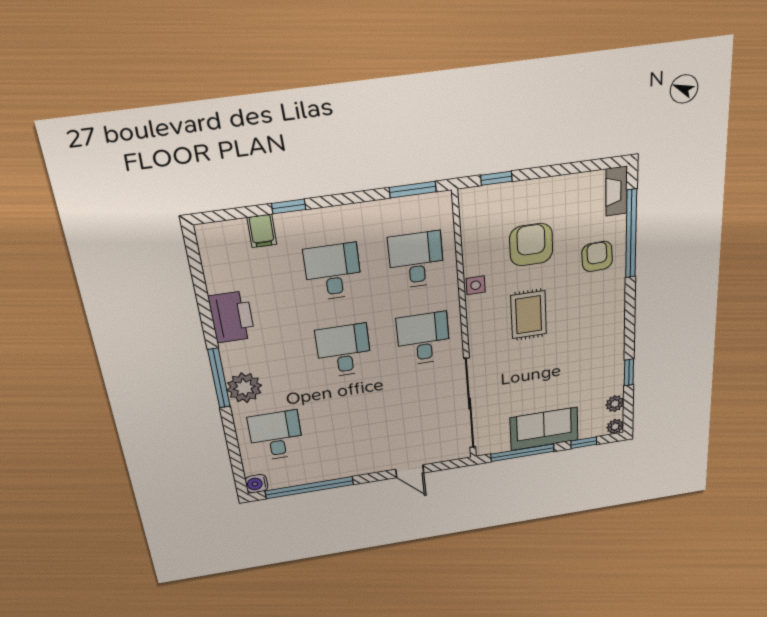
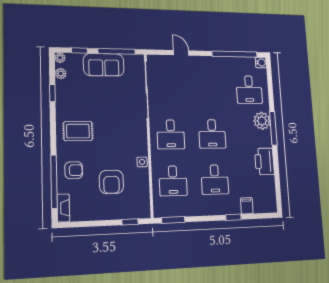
armchair: (597, 256) -> (74, 170), turned -87
rug: (529, 315) -> (78, 131), moved, turned 90

